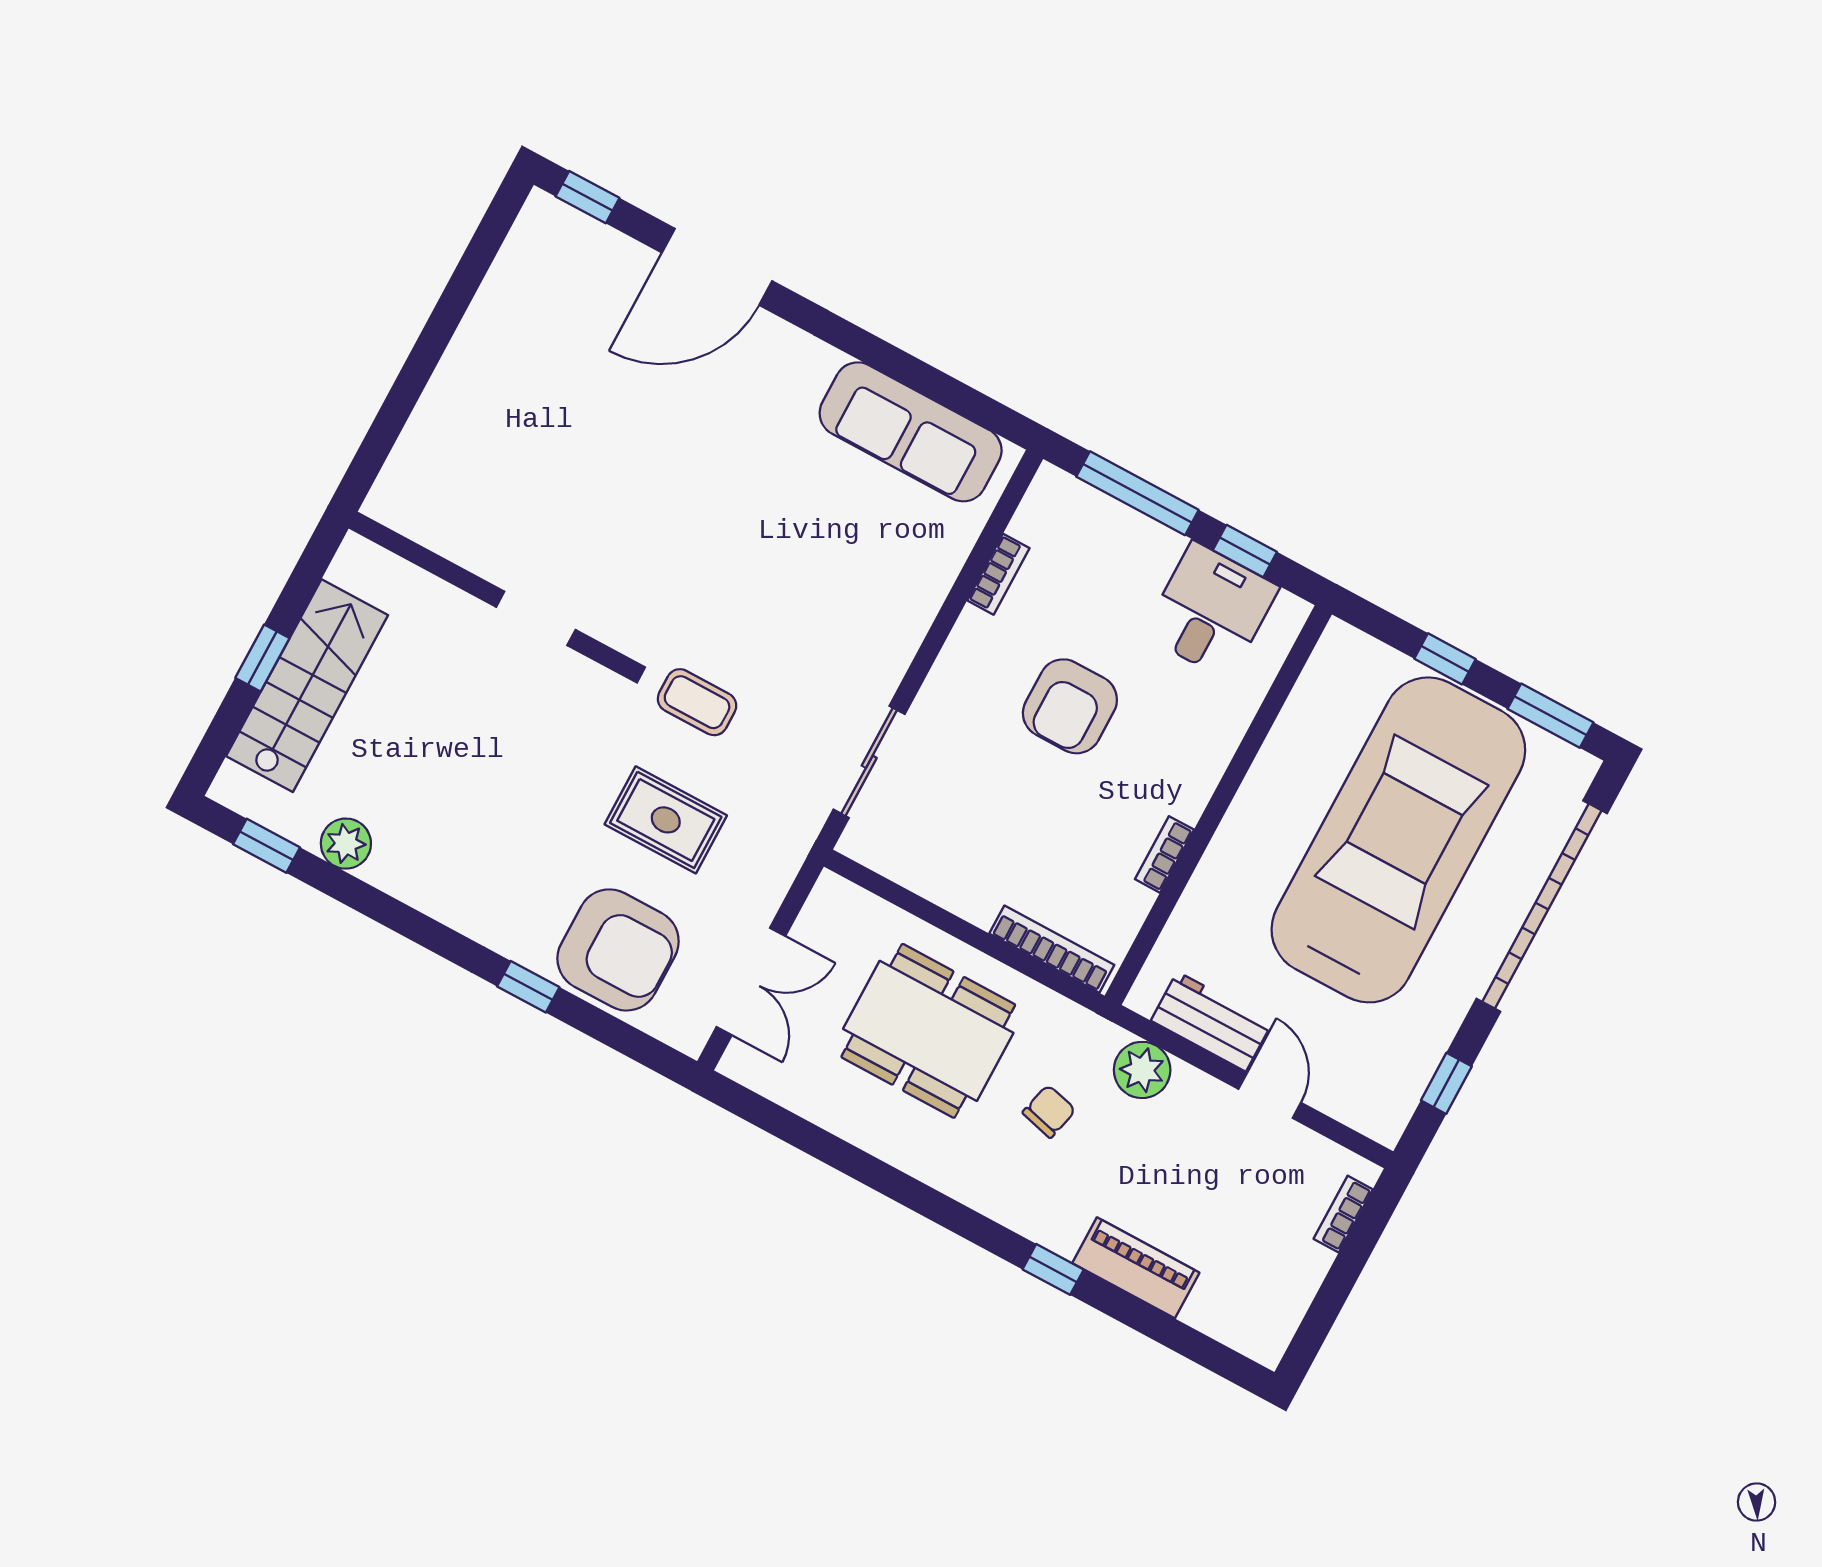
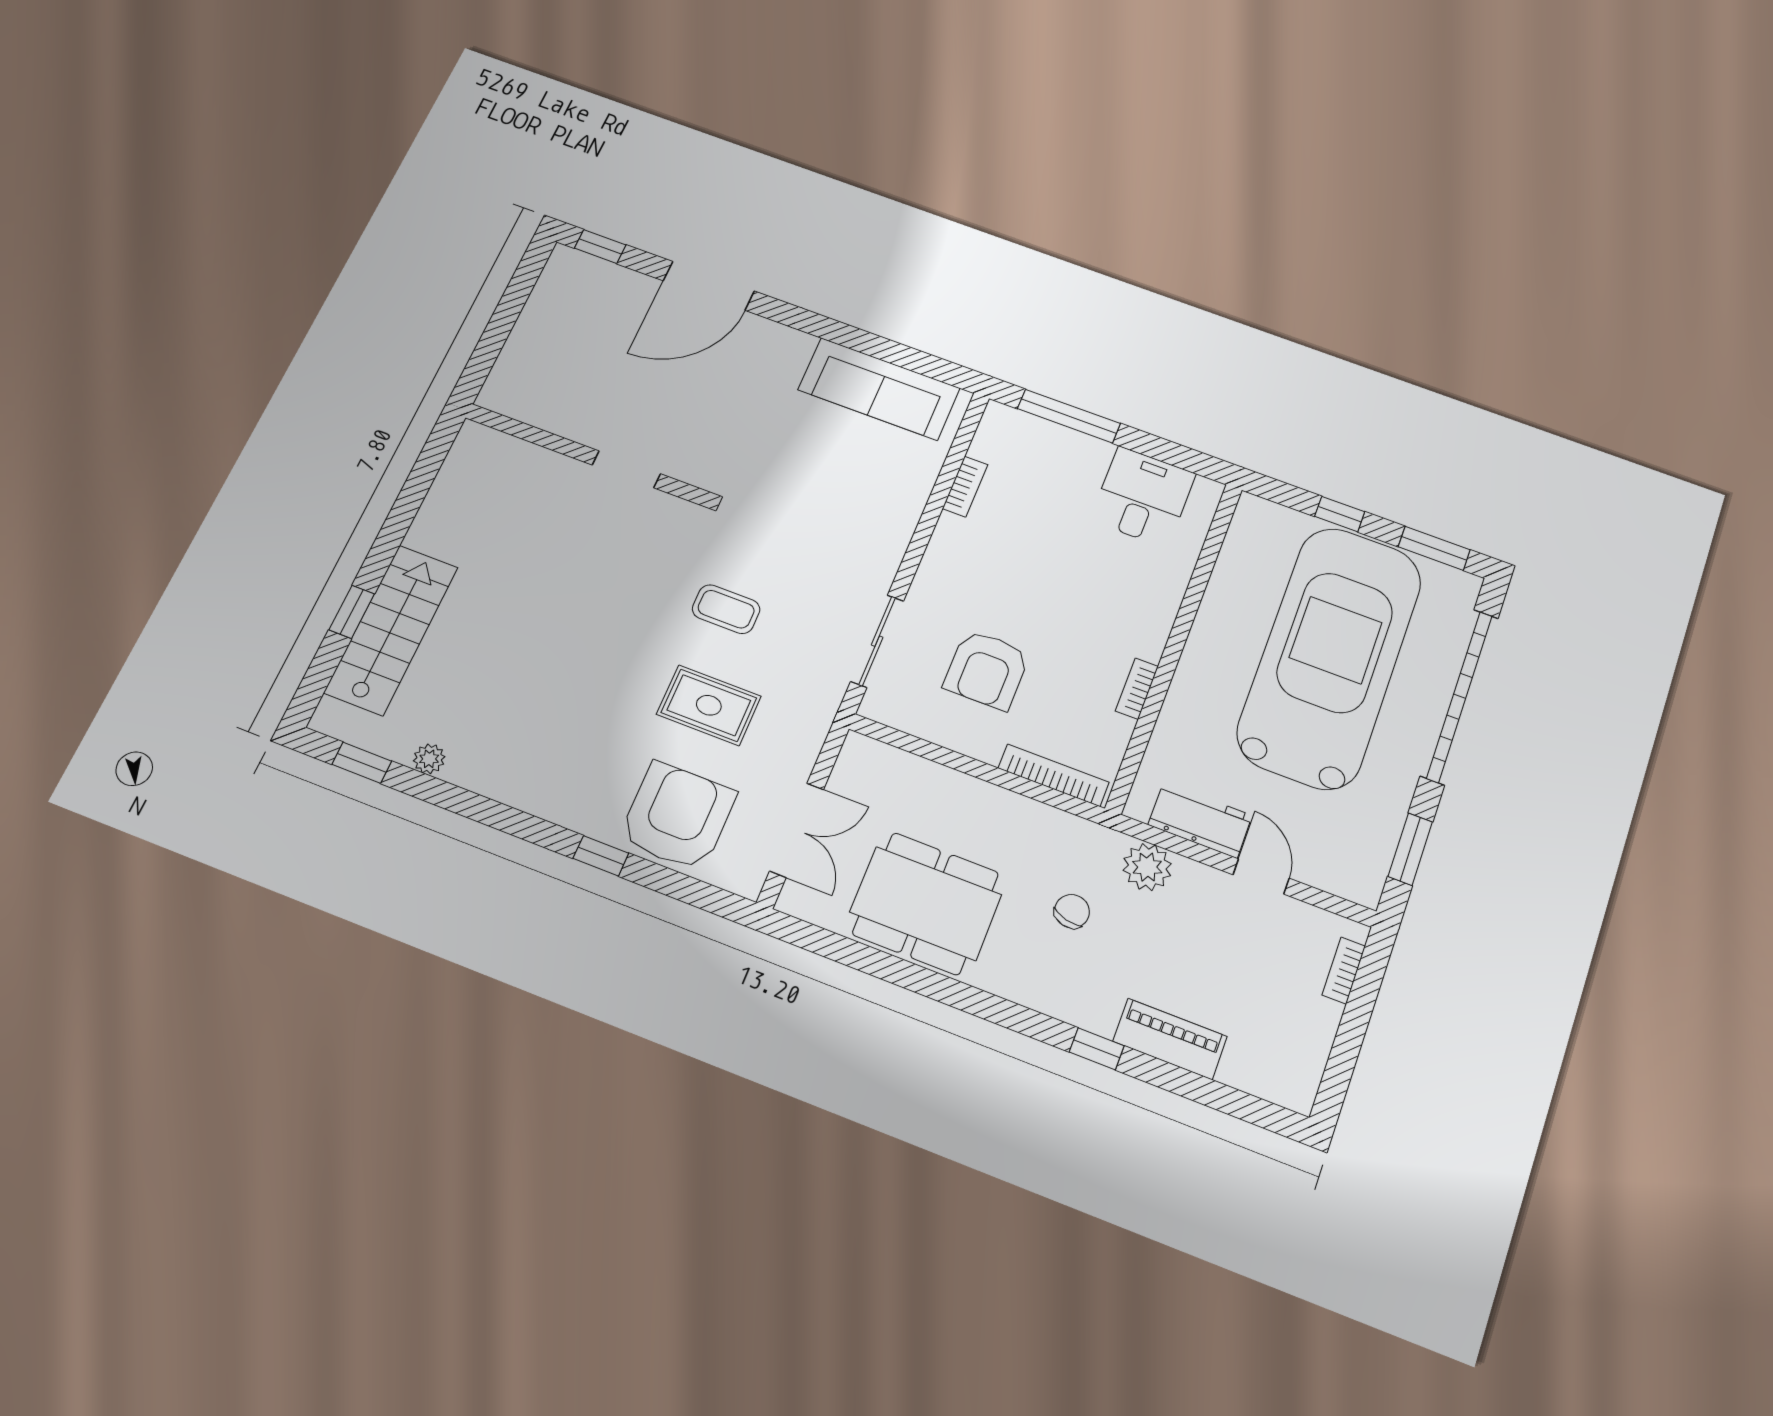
window: (1245, 551) -> (1163, 450), removed
wall: (489, 593) -> (586, 454), moved
doorway: (536, 618) -> (626, 469), moved
armchair: (1070, 706) -> (987, 670), moved
plant: (346, 844) -> (429, 759), width x0.73, depth x0.73
armchair: (618, 950) -> (678, 816), turned -90
dining table: (928, 1031) -> (926, 903), moved
window: (1446, 1083) -> (1410, 849), width x1.50

